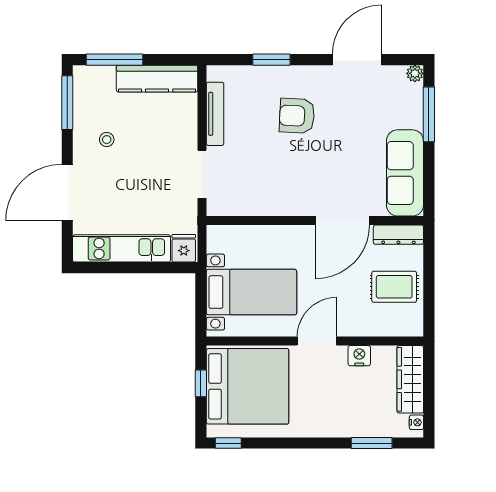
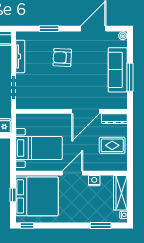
window: (429, 114) -> (130, 77), moved
sofa: (405, 173) -> (118, 70), moved

